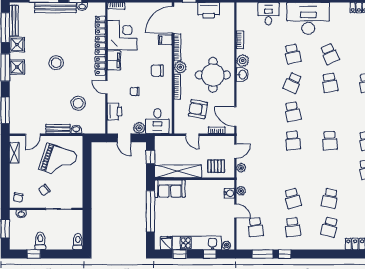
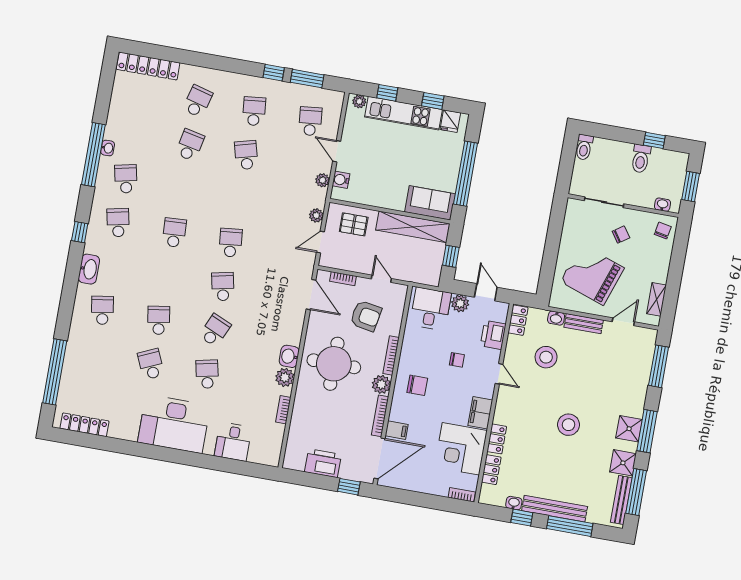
locker: (100, 66) -> (518, 320), moved

